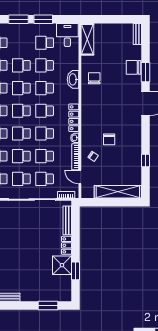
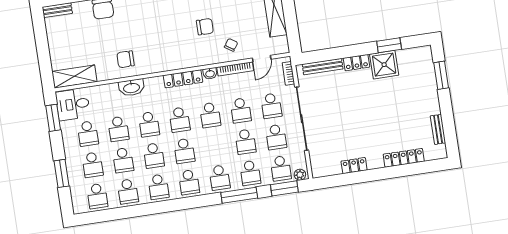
window: (43, 19) -> (53, 118), moved
school desk: (21, 133) -> (93, 165), moved

